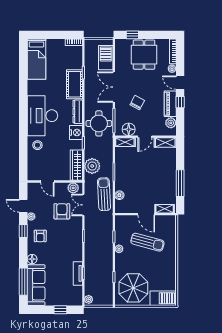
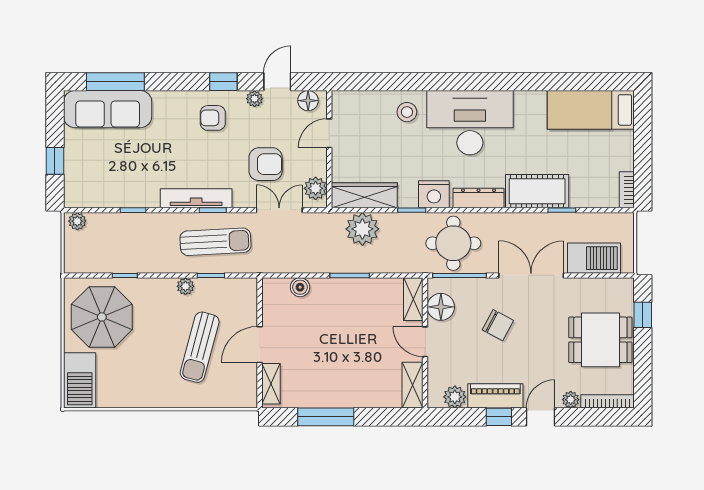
sun lounger: (104, 194) -> (215, 242), moved
floor lamp: (32, 259) -> (308, 101), moved
tv unit: (78, 273) -> (196, 198), moved, width x1.41

